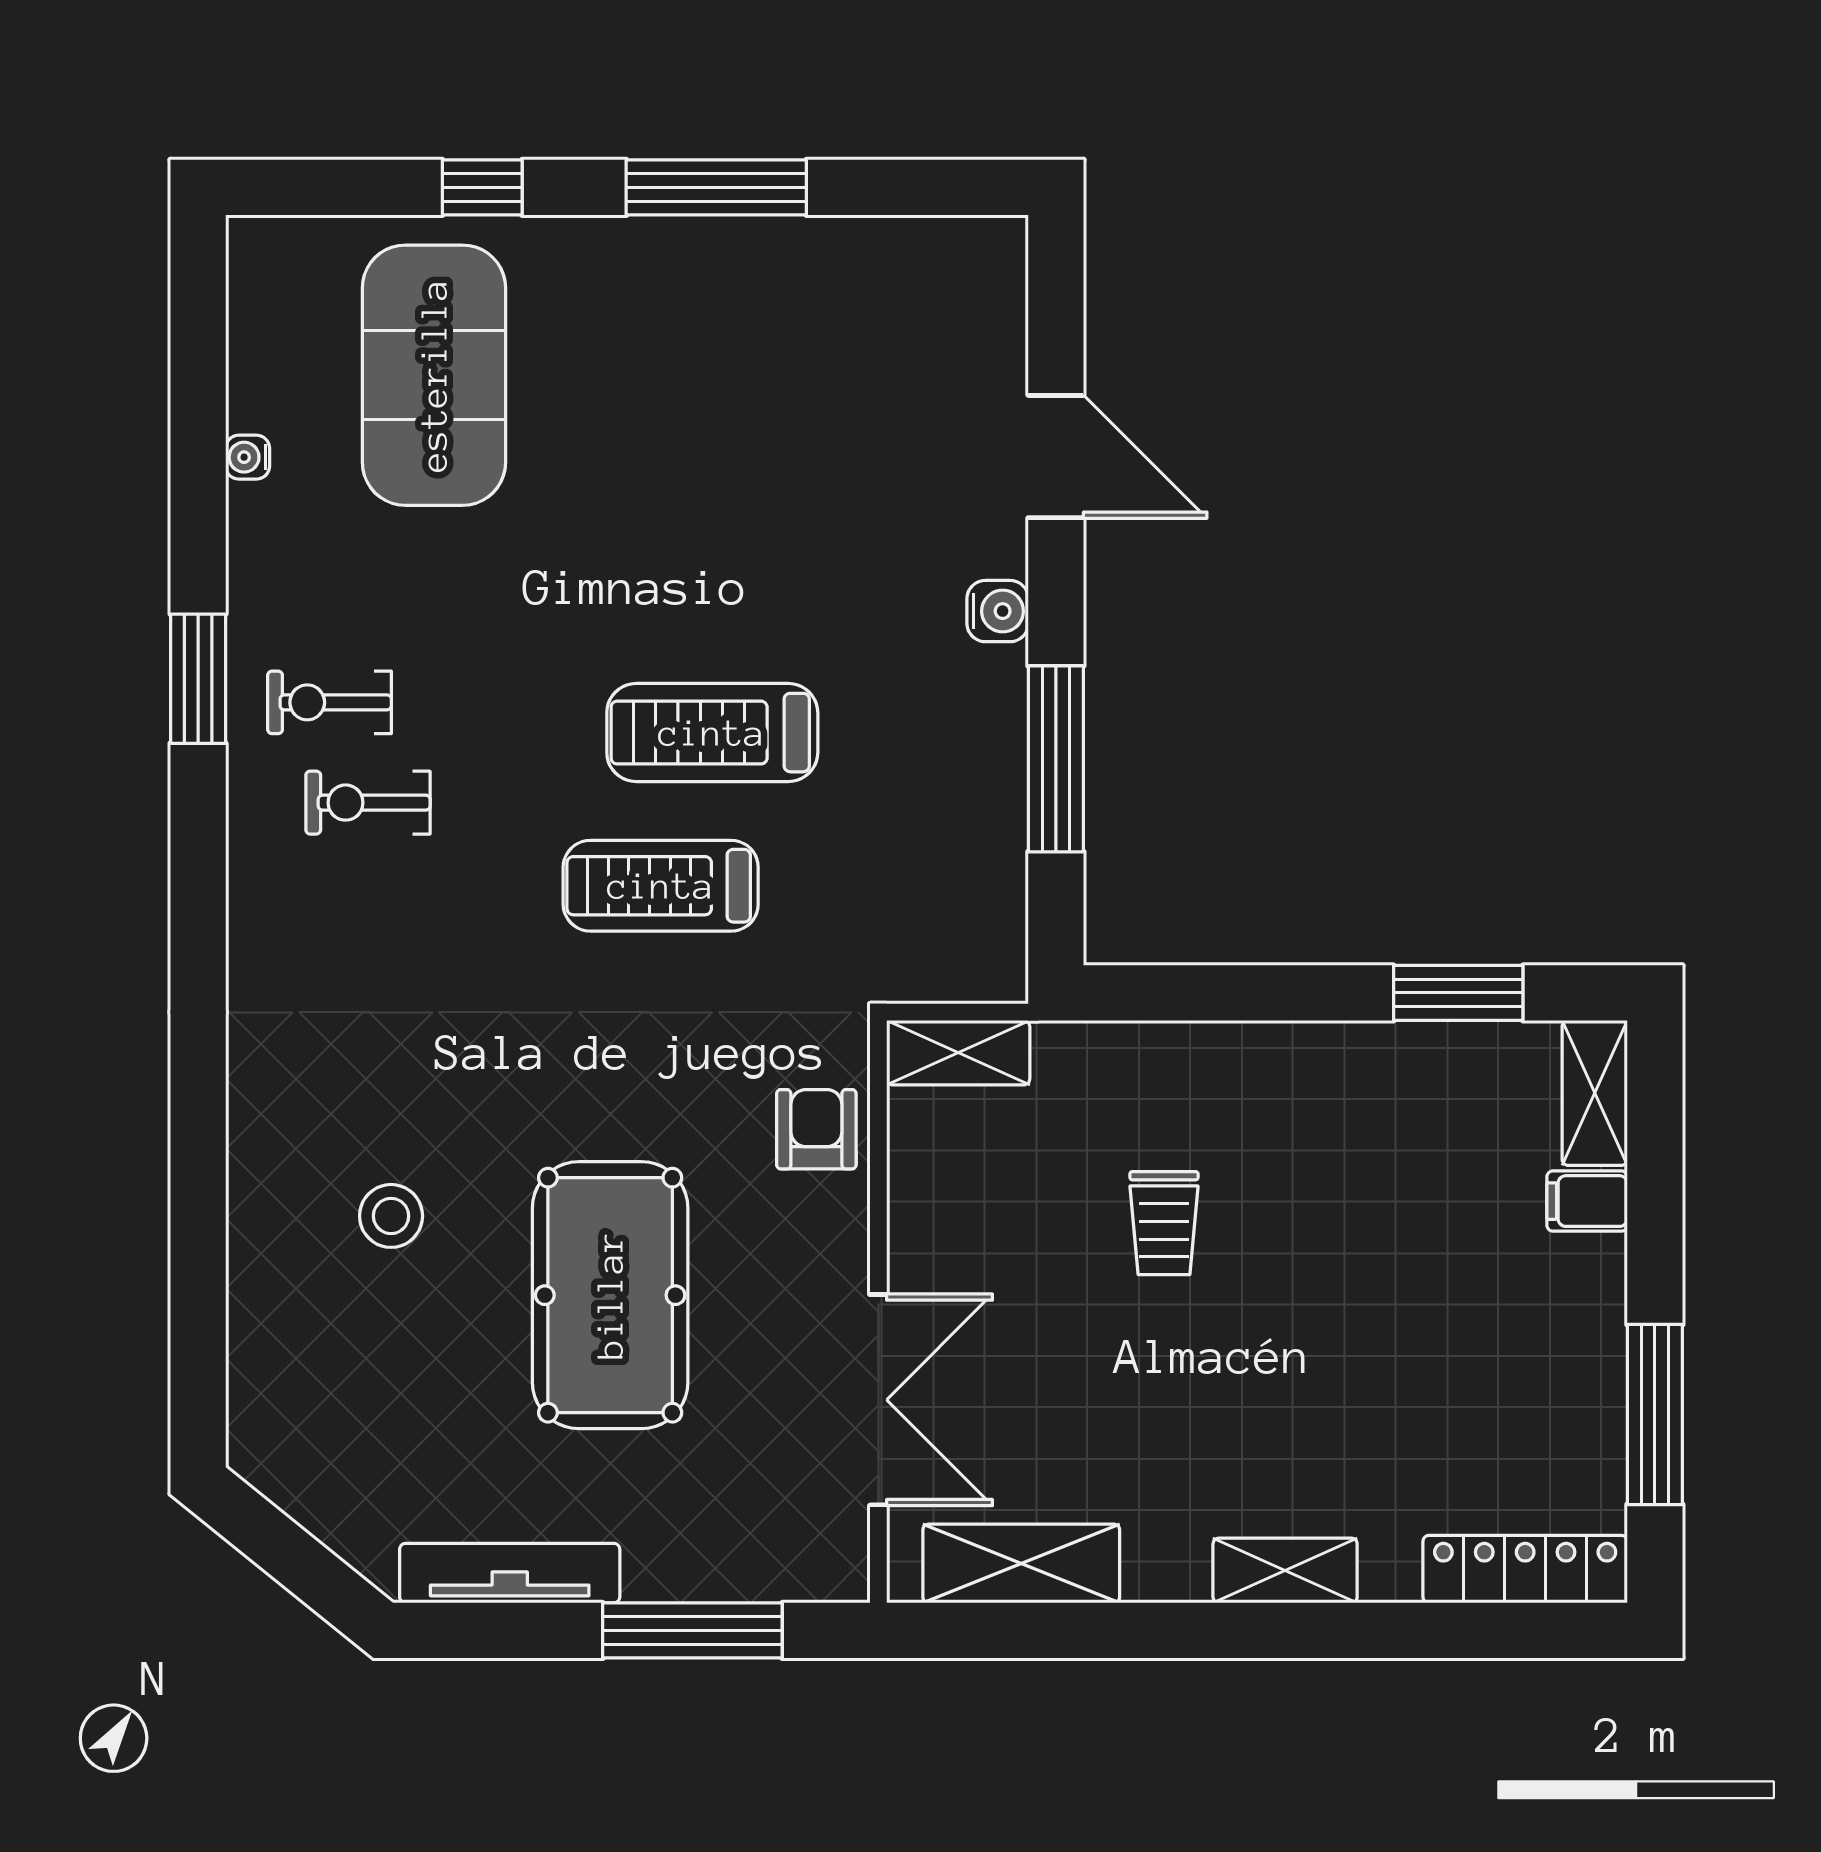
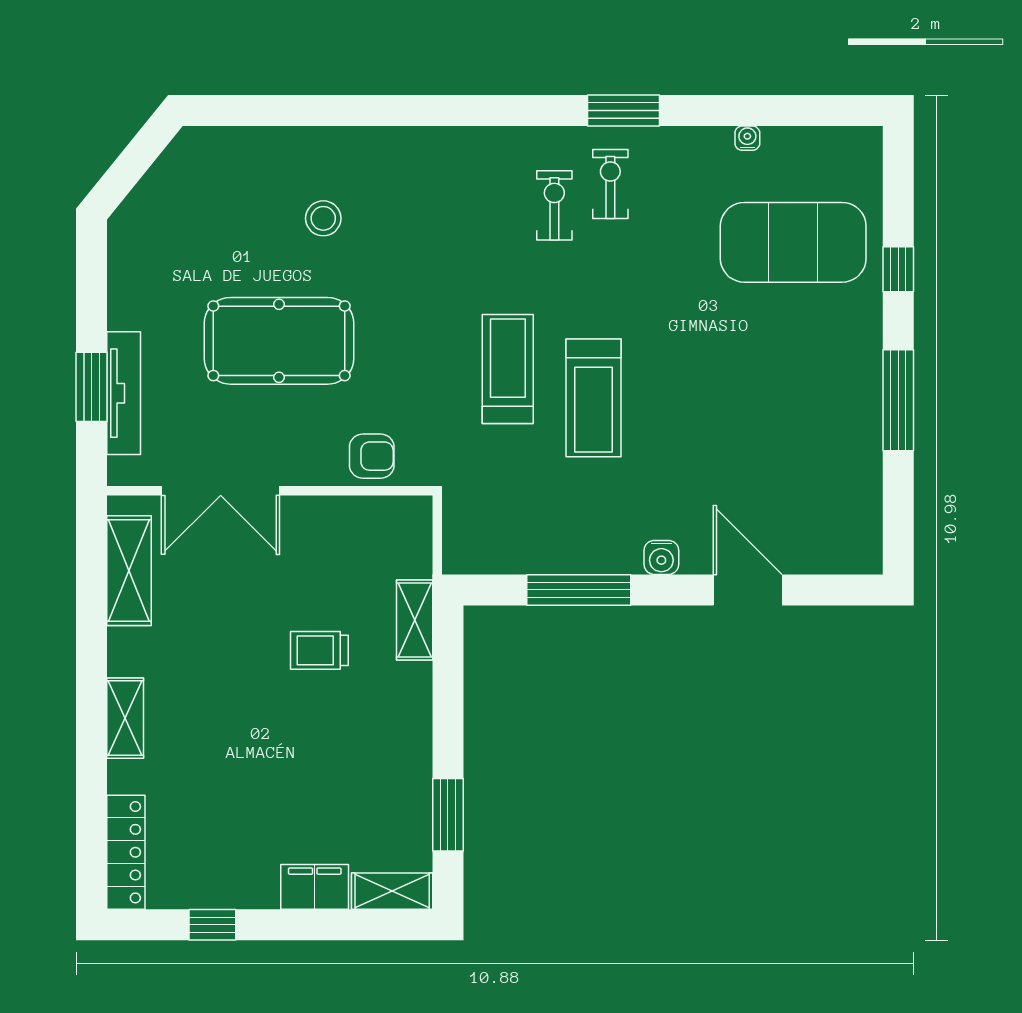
door: (1056, 457) -> (748, 590), swing flipped
treadmill: (712, 733) -> (593, 398), turned 180
shelving: (958, 1053) -> (415, 620), moved
filing cabinet: (1587, 1201) -> (315, 887), width x2.00
window: (1655, 1415) -> (212, 925), width x0.46
tv unit: (510, 1573) -> (124, 393), moved
window: (692, 1630) -> (92, 387), width x0.69

